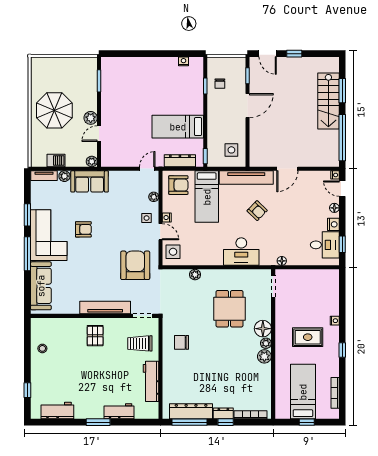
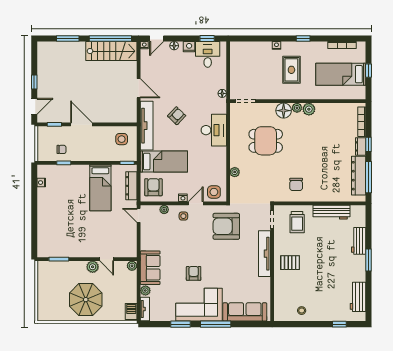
stairs: (328, 101) -> (111, 51), moved
barbecue: (56, 160) -> (131, 311), moved

